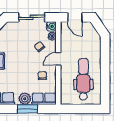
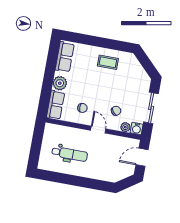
dental chair: (83, 79) -> (70, 154), width x0.73, depth x0.72
window: (28, 109) -> (47, 84), removed

